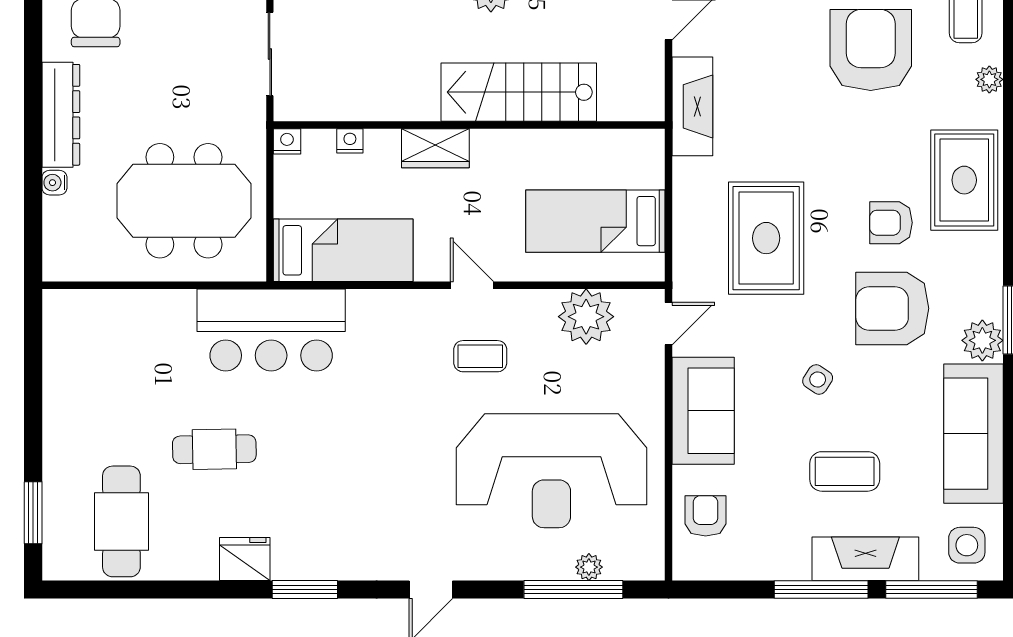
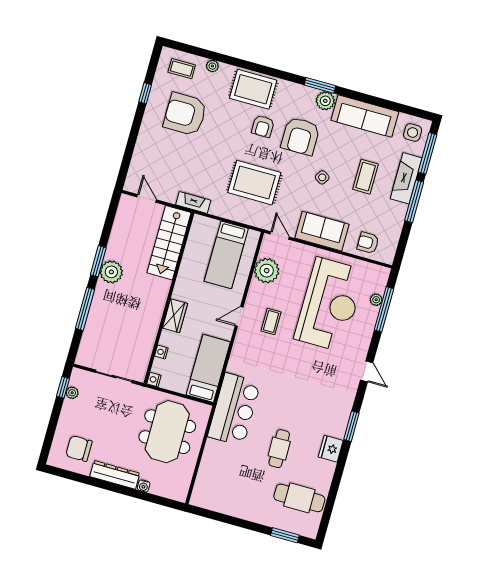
stairs: (519, 92) -> (169, 243), moved
fireplace: (692, 106) -> (193, 202), width x0.73, depth x0.76

